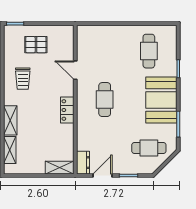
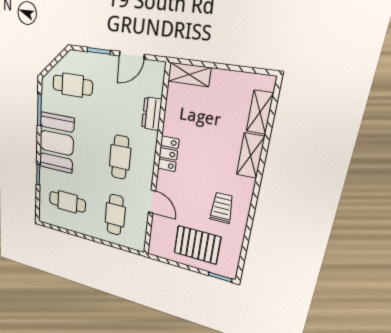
pallet: (36, 45) -> (197, 245), width x1.50, depth x1.42
cafe table: (105, 51) -> (115, 215), added
cafe table: (149, 51) -> (67, 202), turned 90
dresser: (83, 163) -> (152, 114), moved

